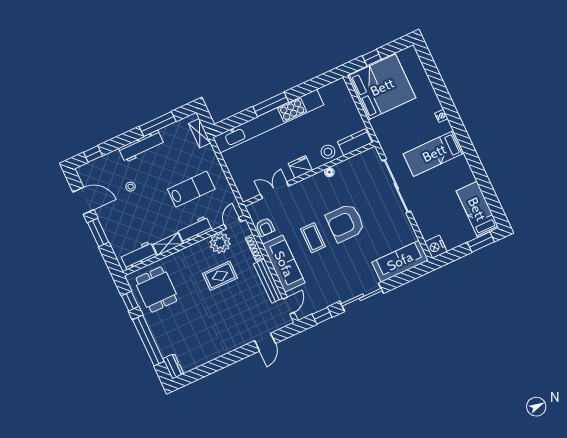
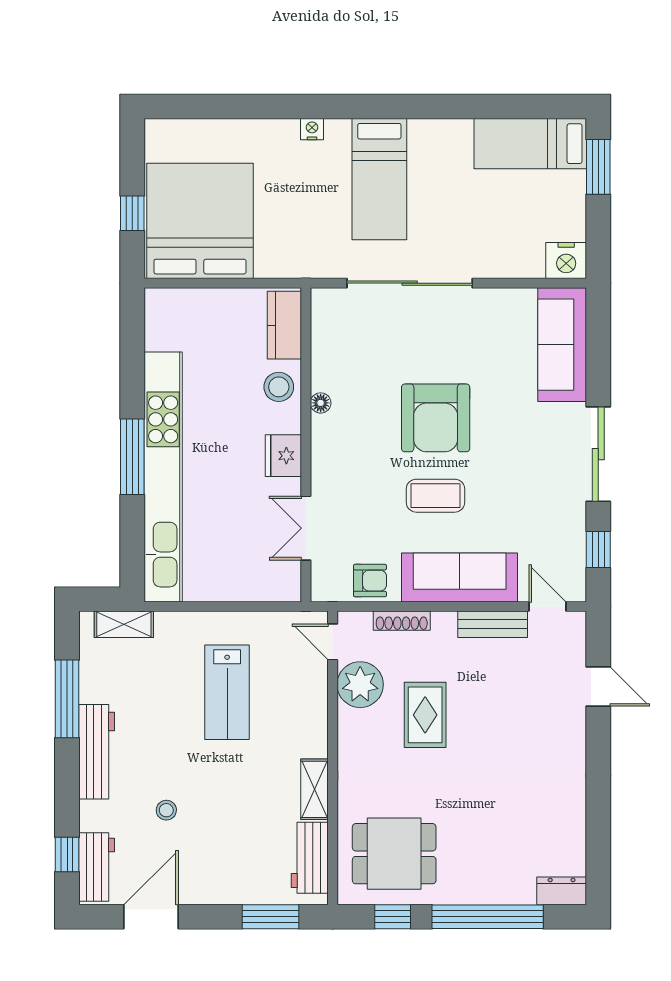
lab bench: (191, 189) -> (227, 692), turned 180
workbench: (195, 230) -> (97, 867), moved, turned 180
window: (98, 232) -> (271, 917), moved
bench: (268, 281) -> (493, 624), width x0.73

